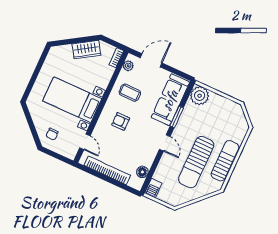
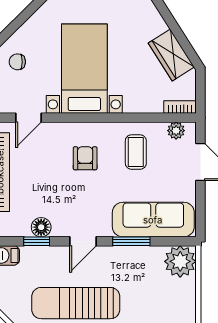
window: (153, 168) -> (37, 241), added
floor lamp: (142, 172) -> (41, 227), moved

